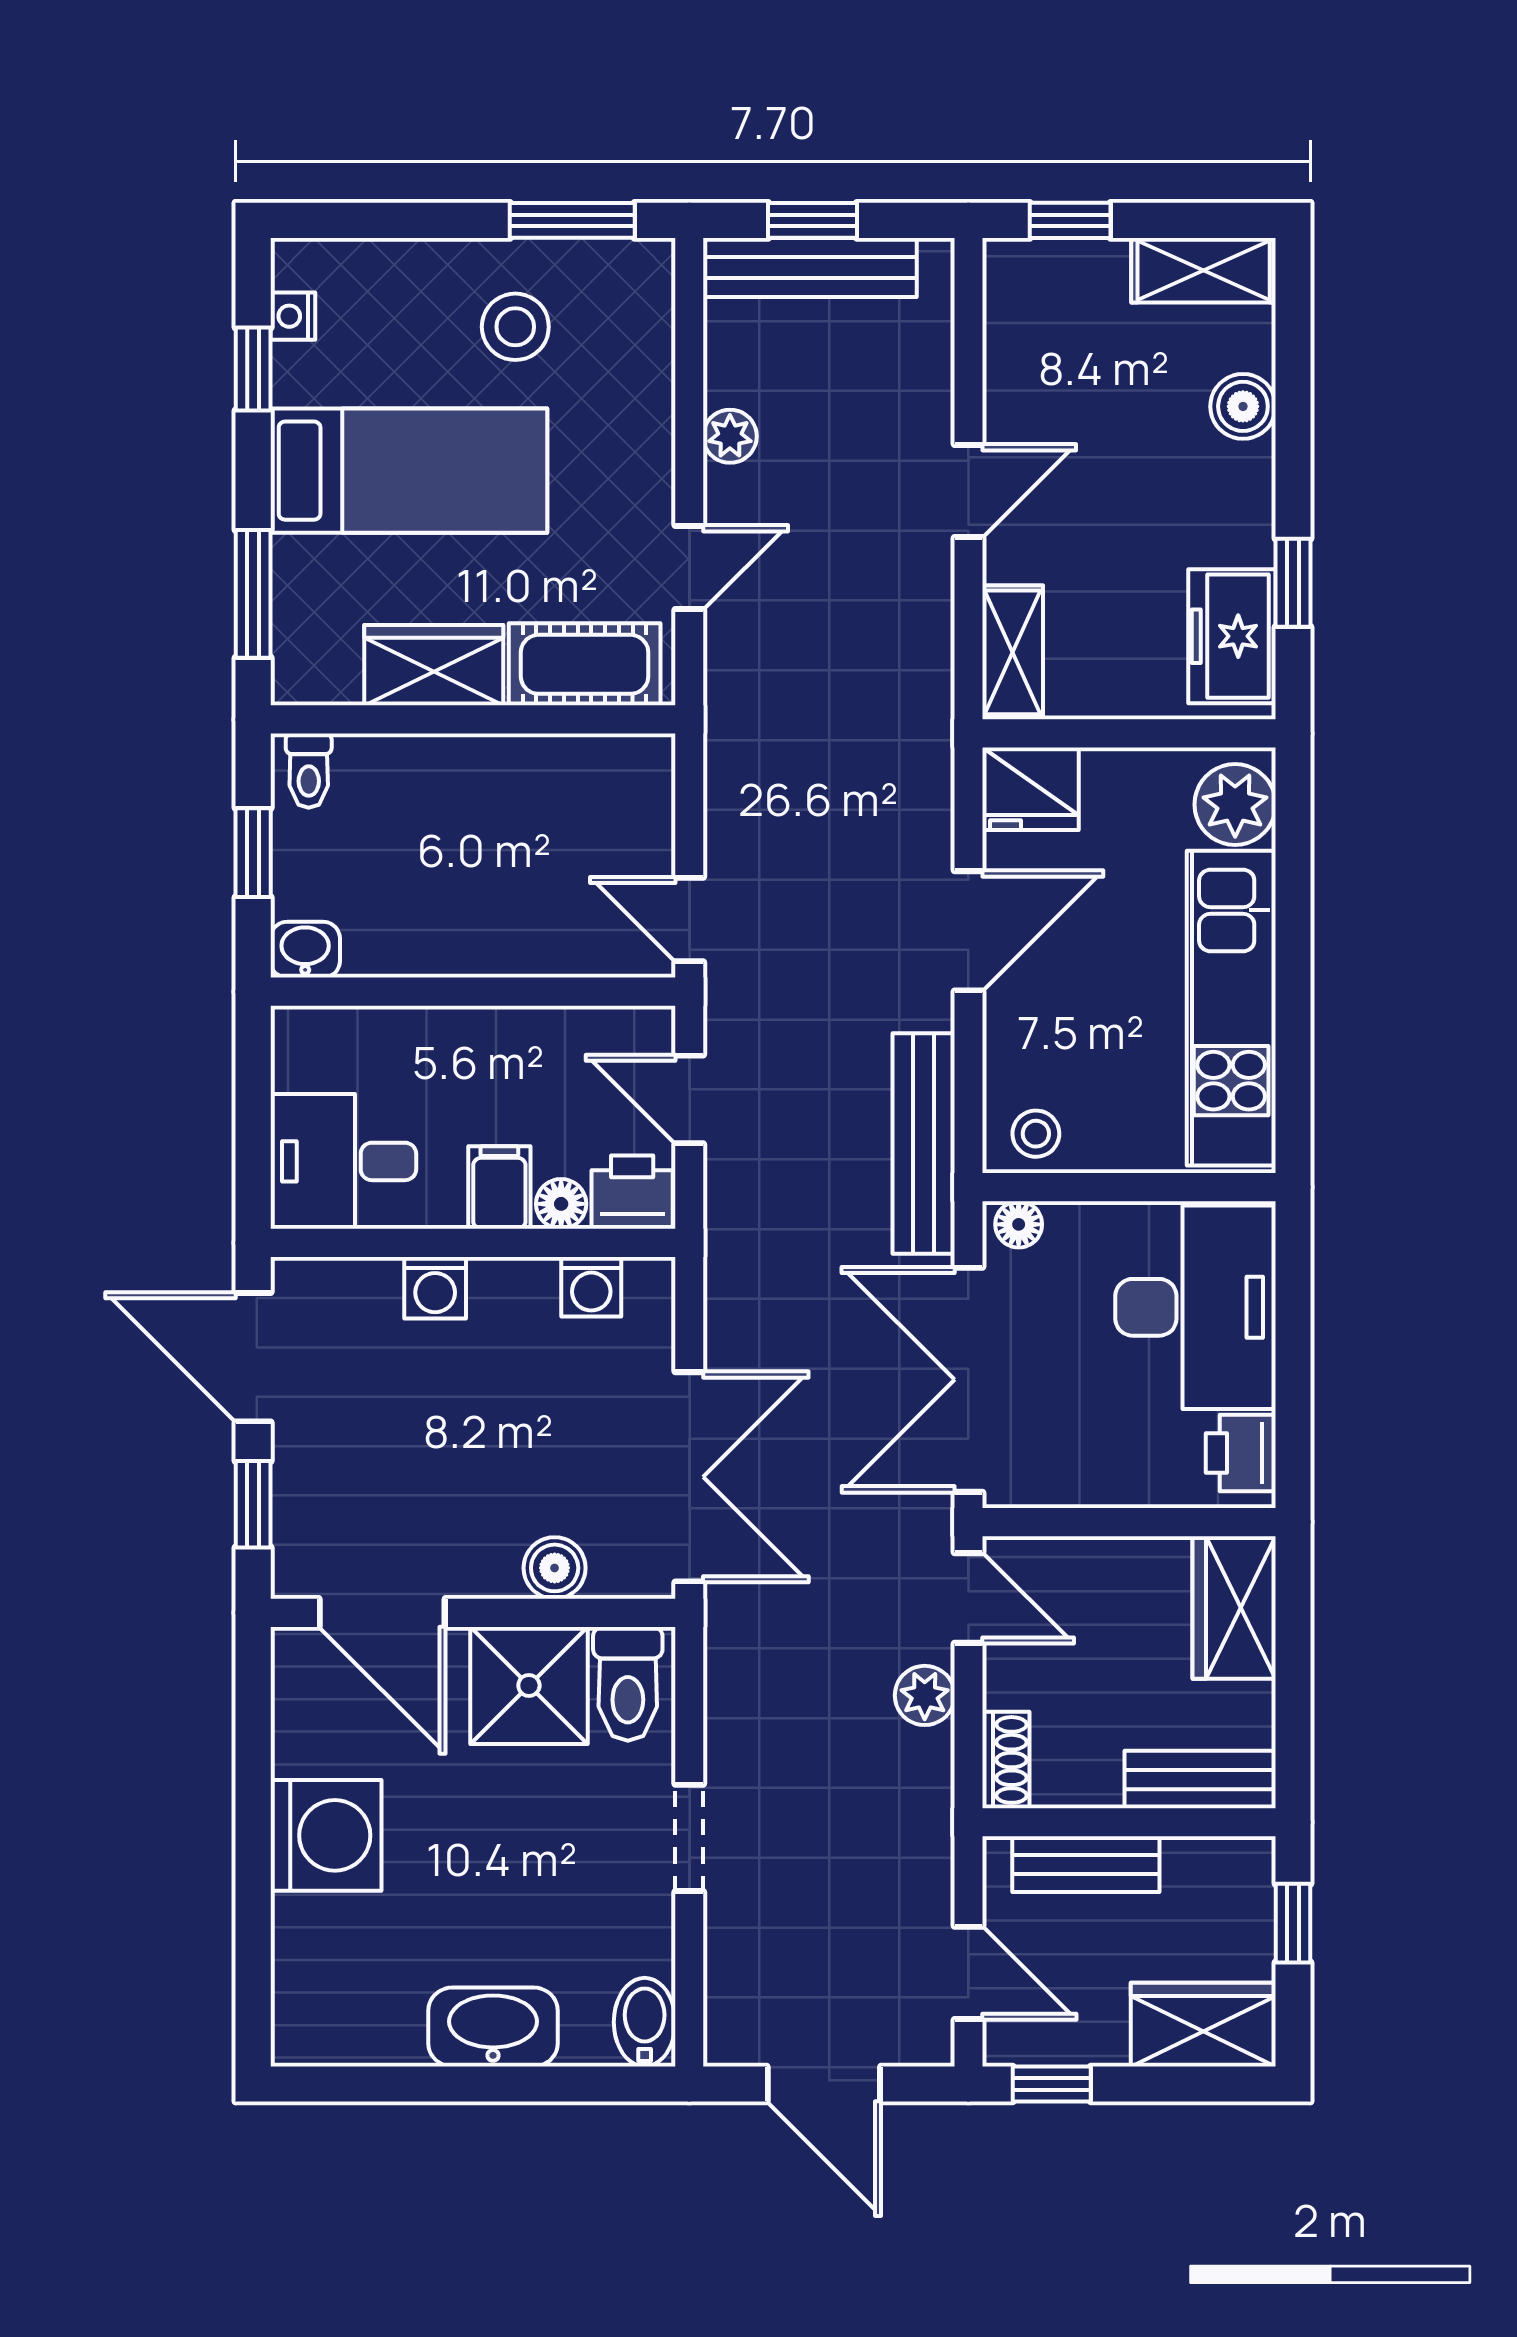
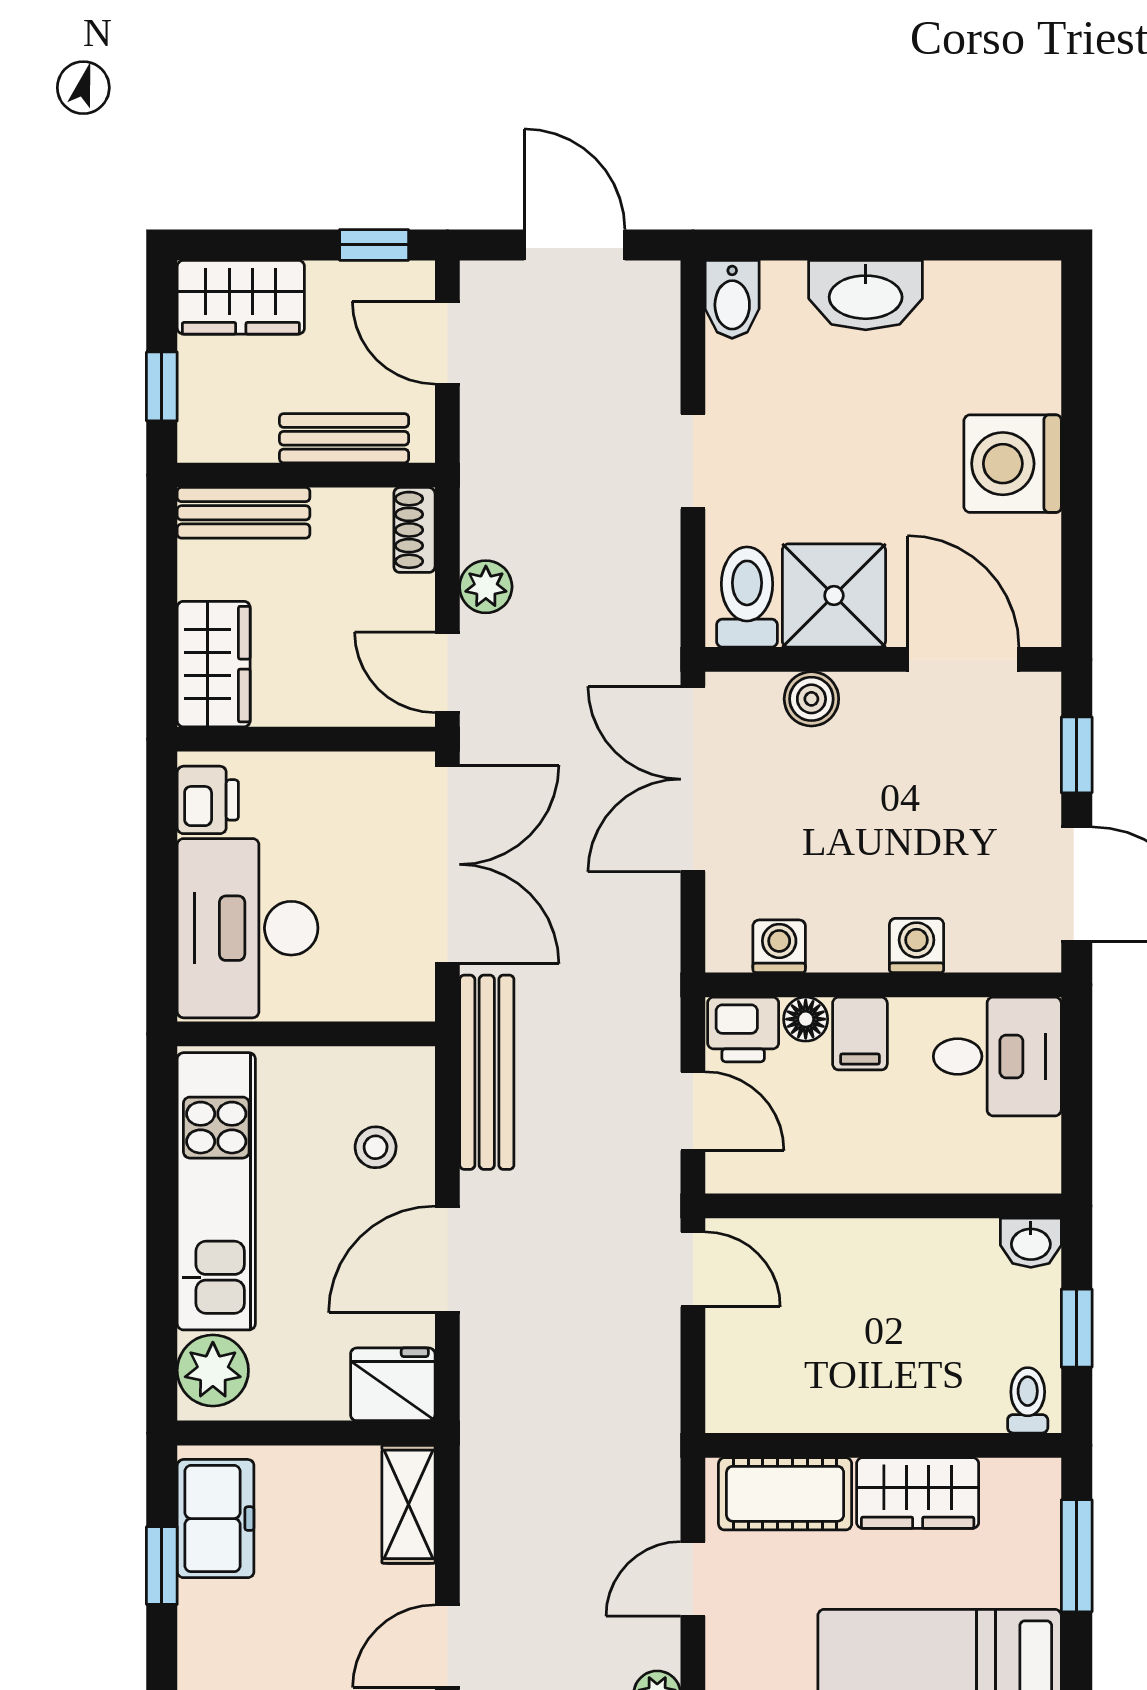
stool: (1036, 1134) -> (376, 1147), moved
floor lamp: (1019, 1224) -> (403, 1001), removed

